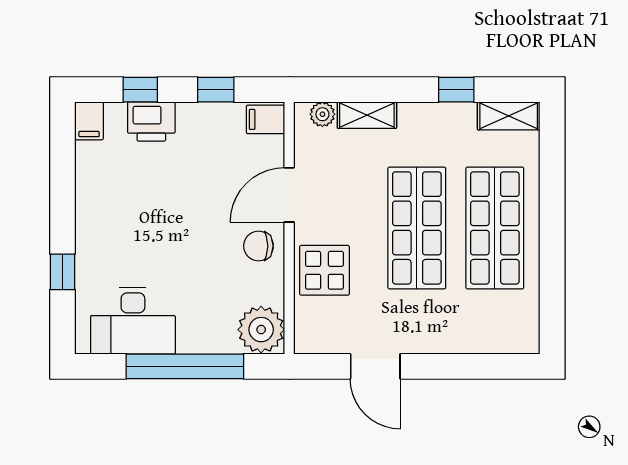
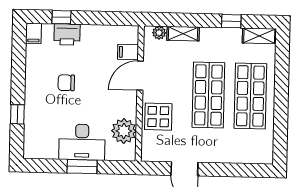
window: (216, 90) -> (102, 18), removed
filing cabinet: (265, 119) -> (128, 52), moved
chair: (258, 246) -> (66, 83), moved
desk: (133, 321) -> (82, 142), moved
plant: (261, 330) -> (124, 131), moved
window: (185, 366) -> (82, 167), width x0.47

